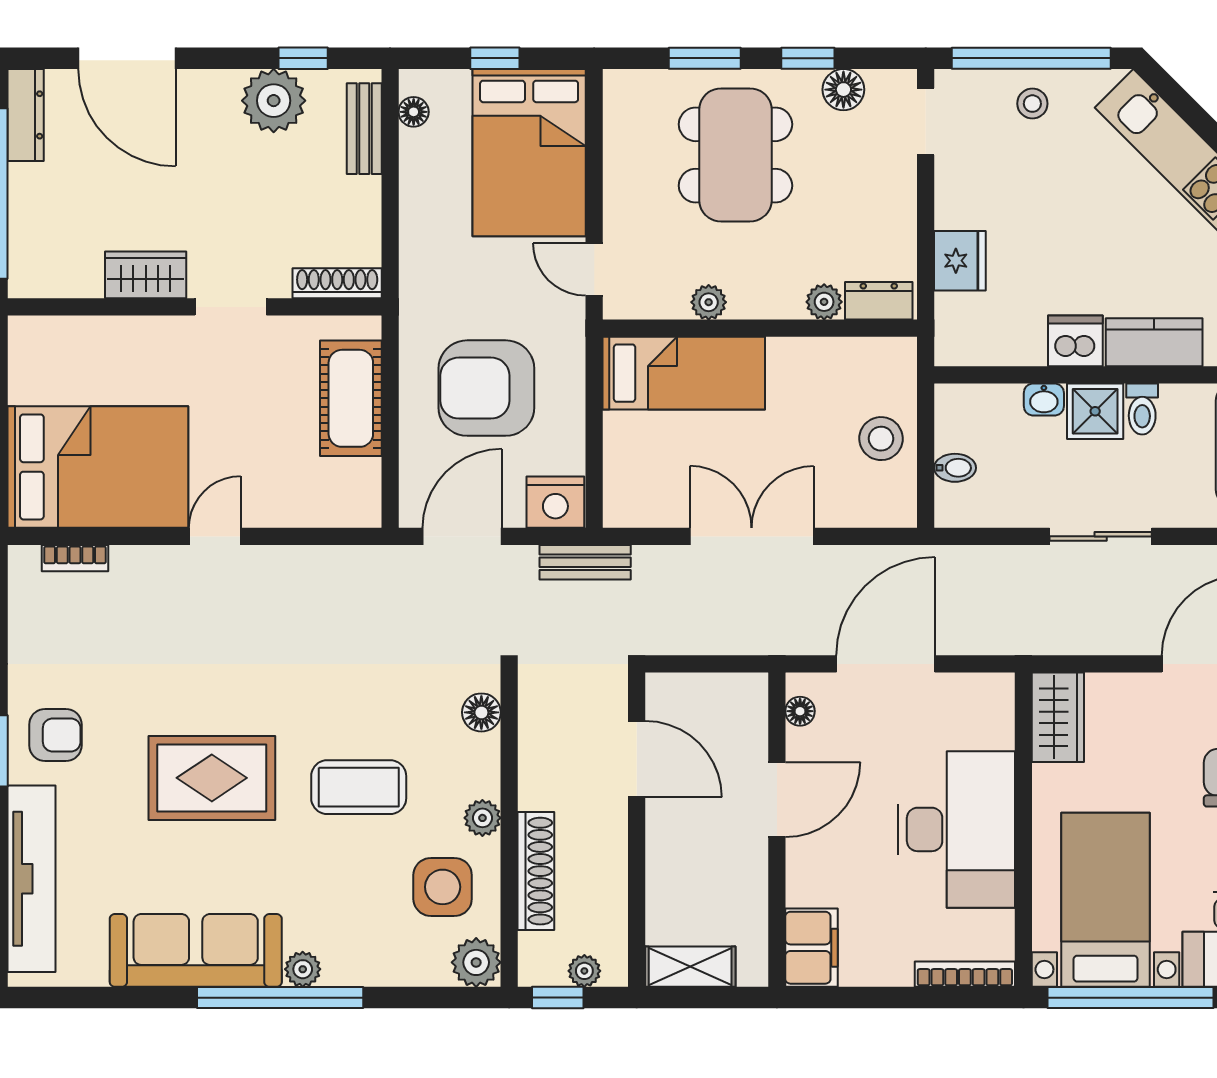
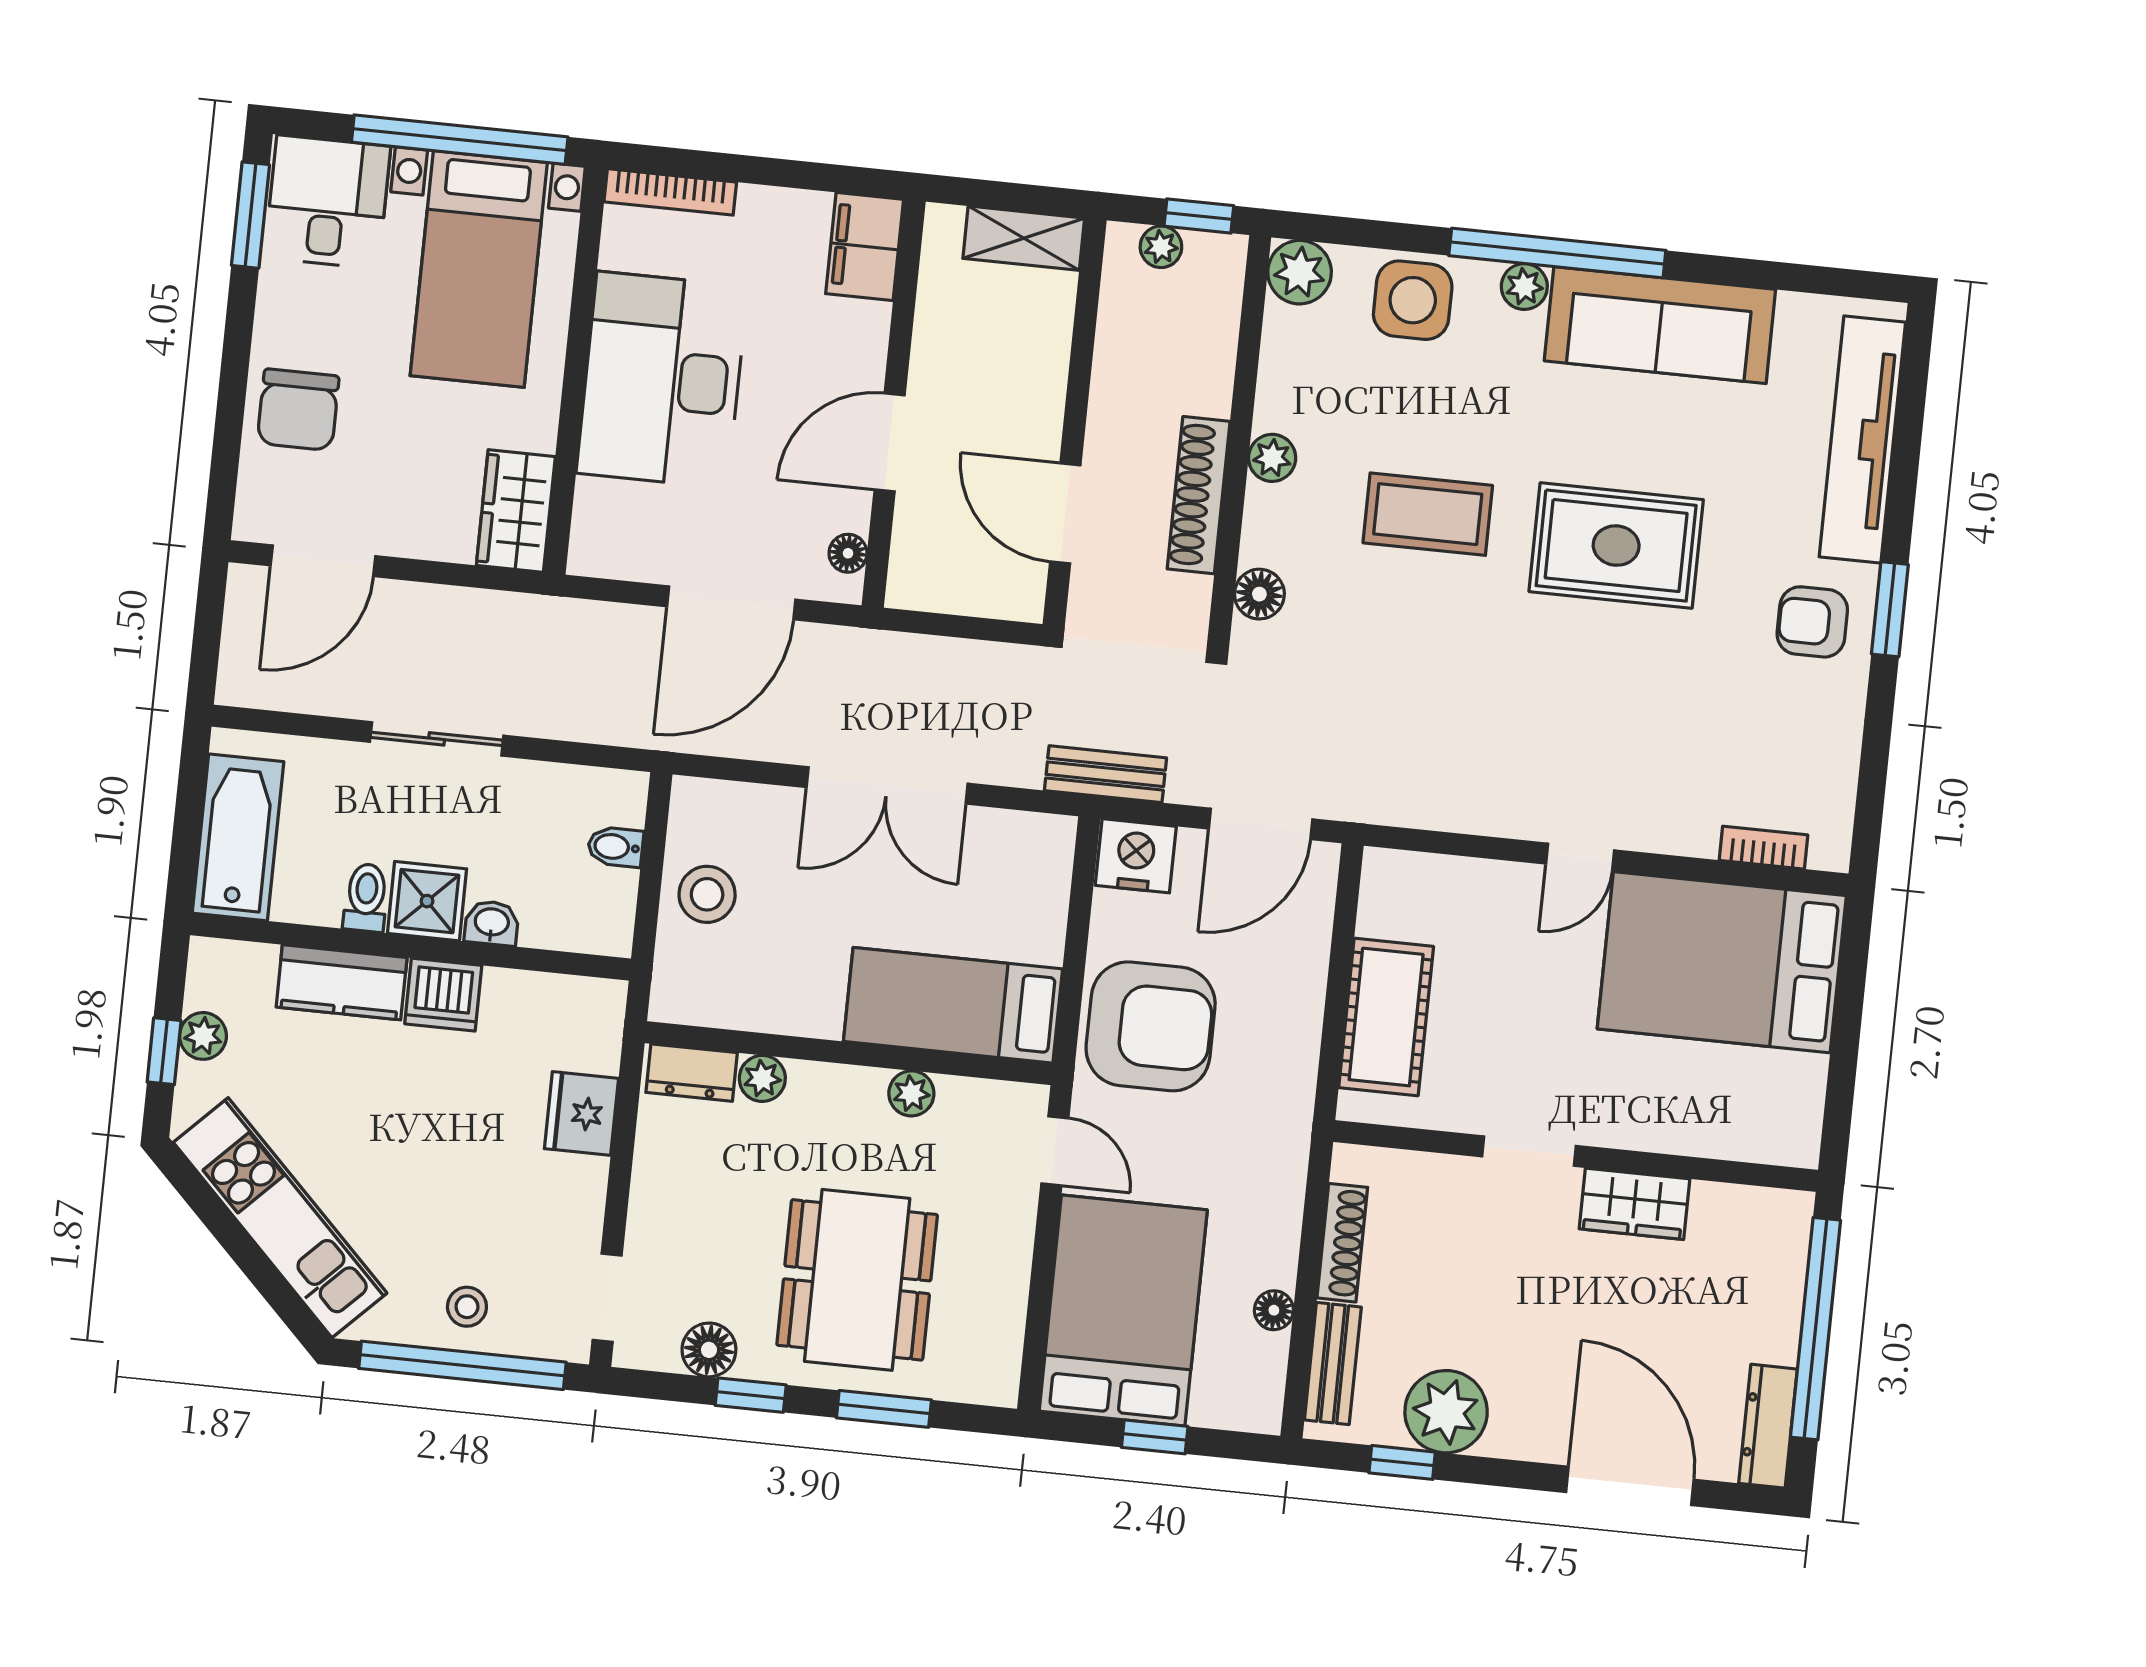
floor lamp: (414, 112) -> (1274, 1310), moved
shoe rack: (337, 283) -> (1342, 1243), moved, turned -90
armchair: (486, 388) -> (1151, 1026), moved
shoe rack: (536, 871) -> (1199, 495), moved
side table: (443, 887) -> (1413, 300), moved

